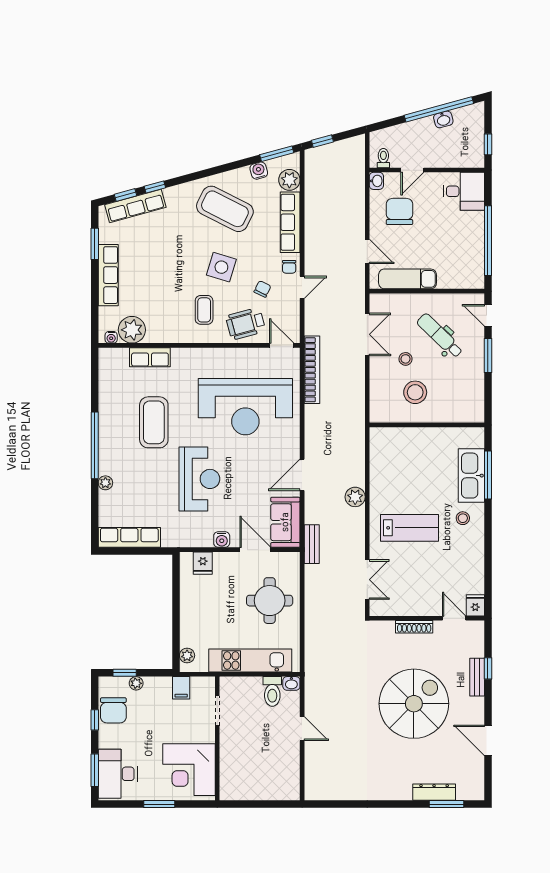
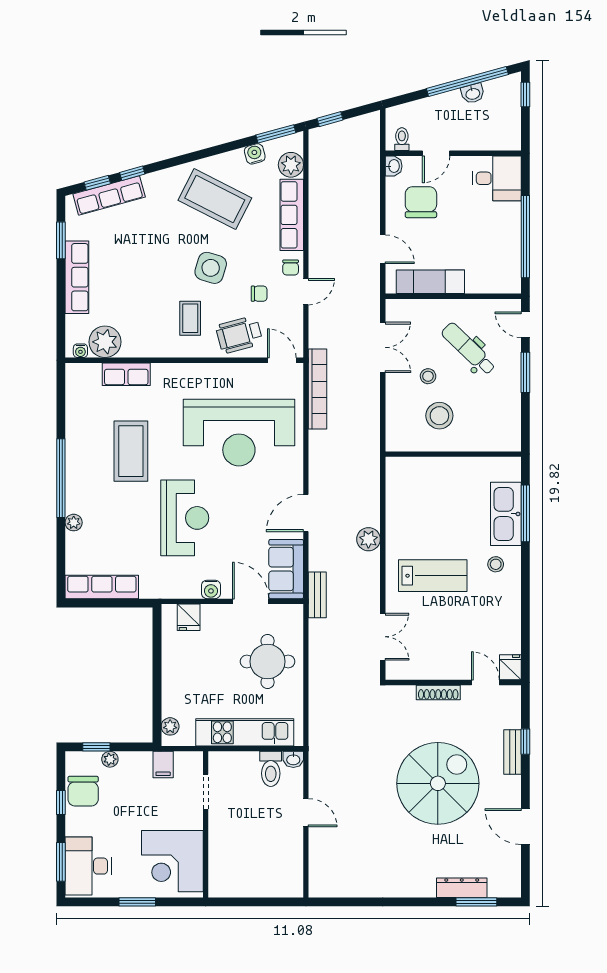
window: (488, 144) -> (525, 95), moved
chair: (262, 289) -> (259, 294), turned 64

